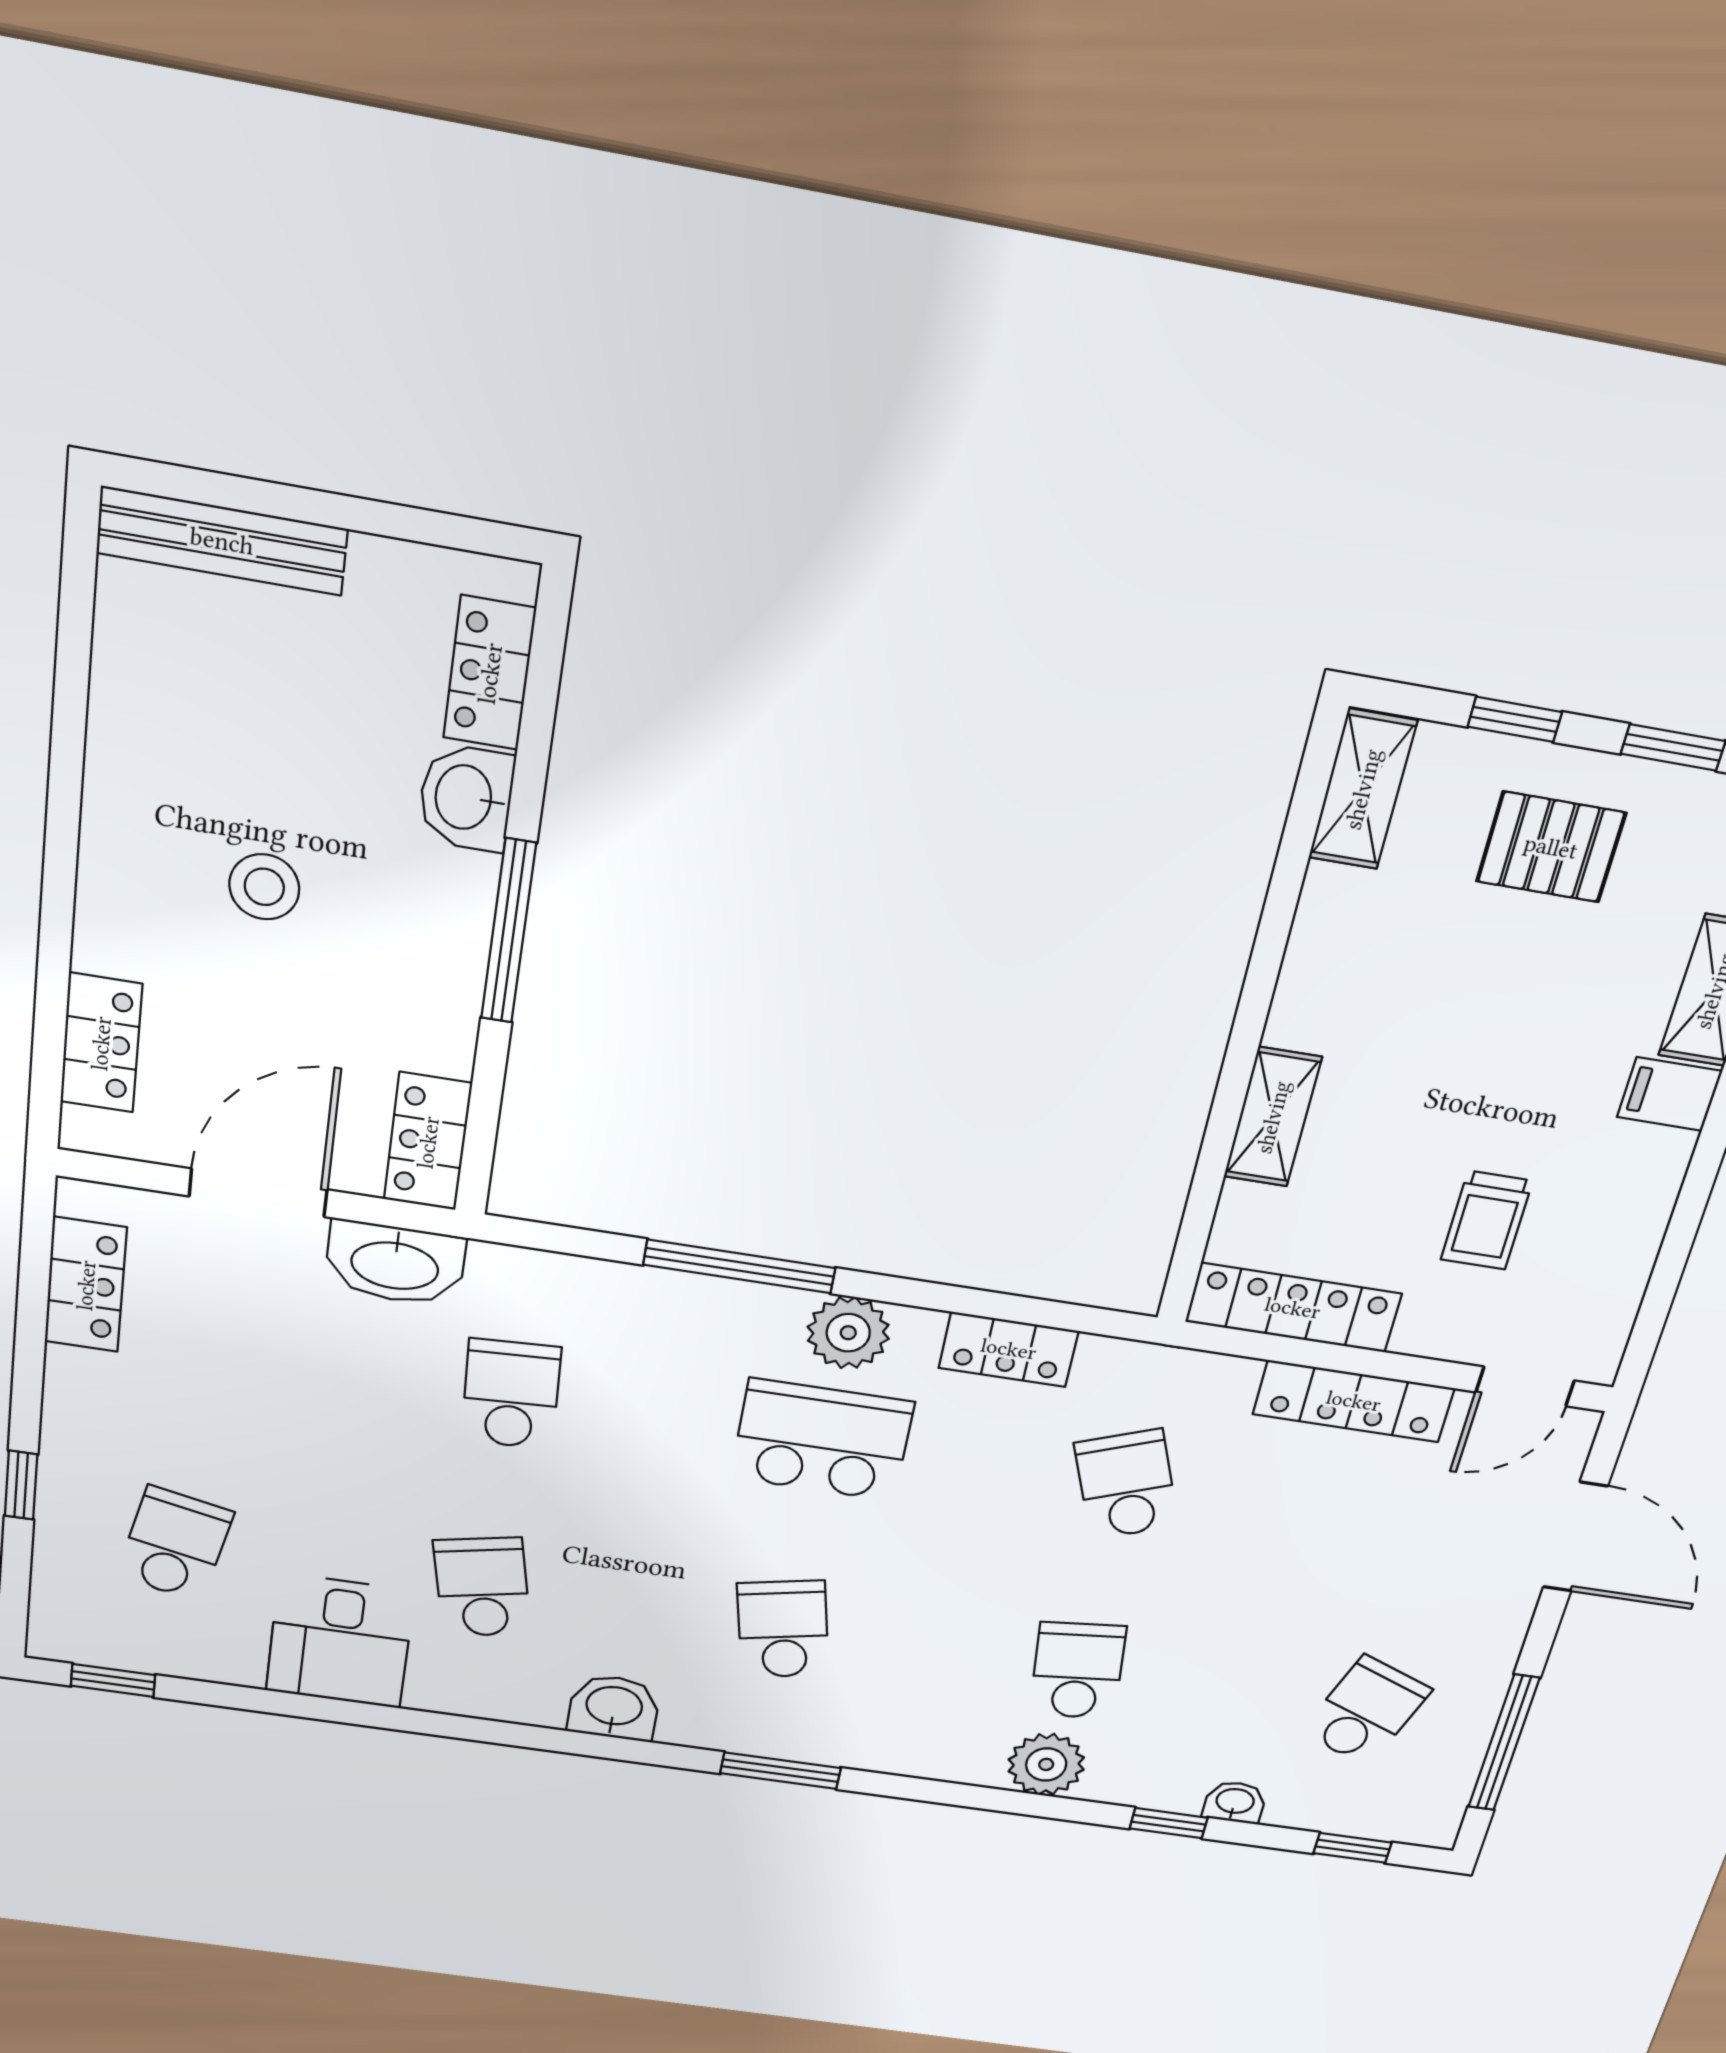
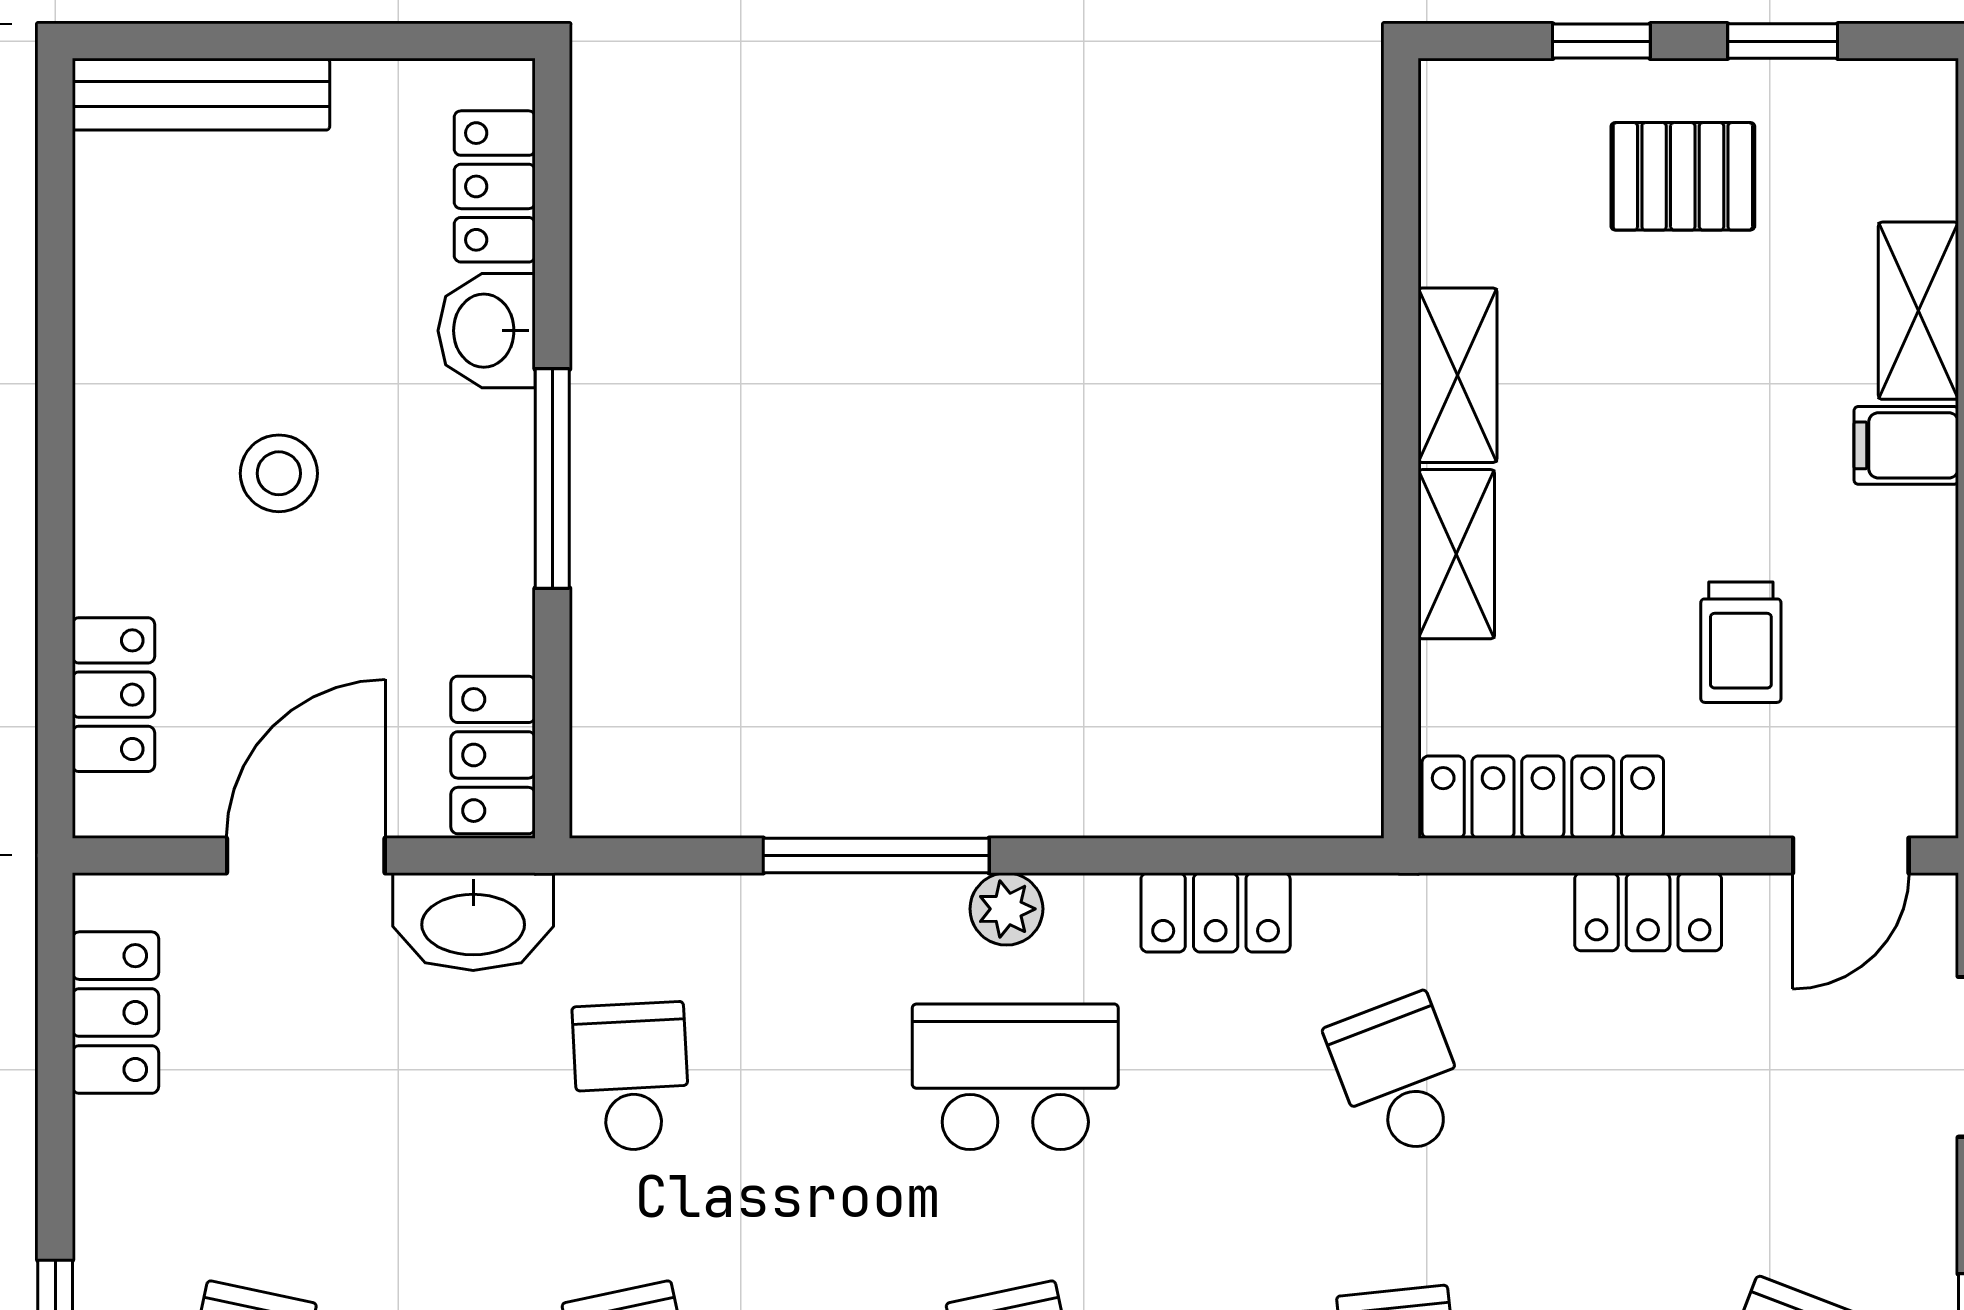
shelving: (1363, 789) -> (1458, 375), moved
plant: (848, 1333) -> (1006, 909), width x0.73, depth x0.73
locker: (1354, 1401) -> (1648, 912), width x0.66

